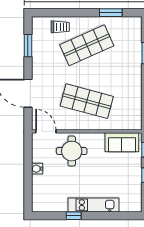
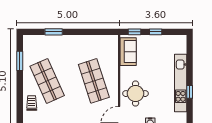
shop shelf: (87, 101) -> (94, 81), turned -33
kitchen unit: (93, 205) -> (181, 83), width x1.36

